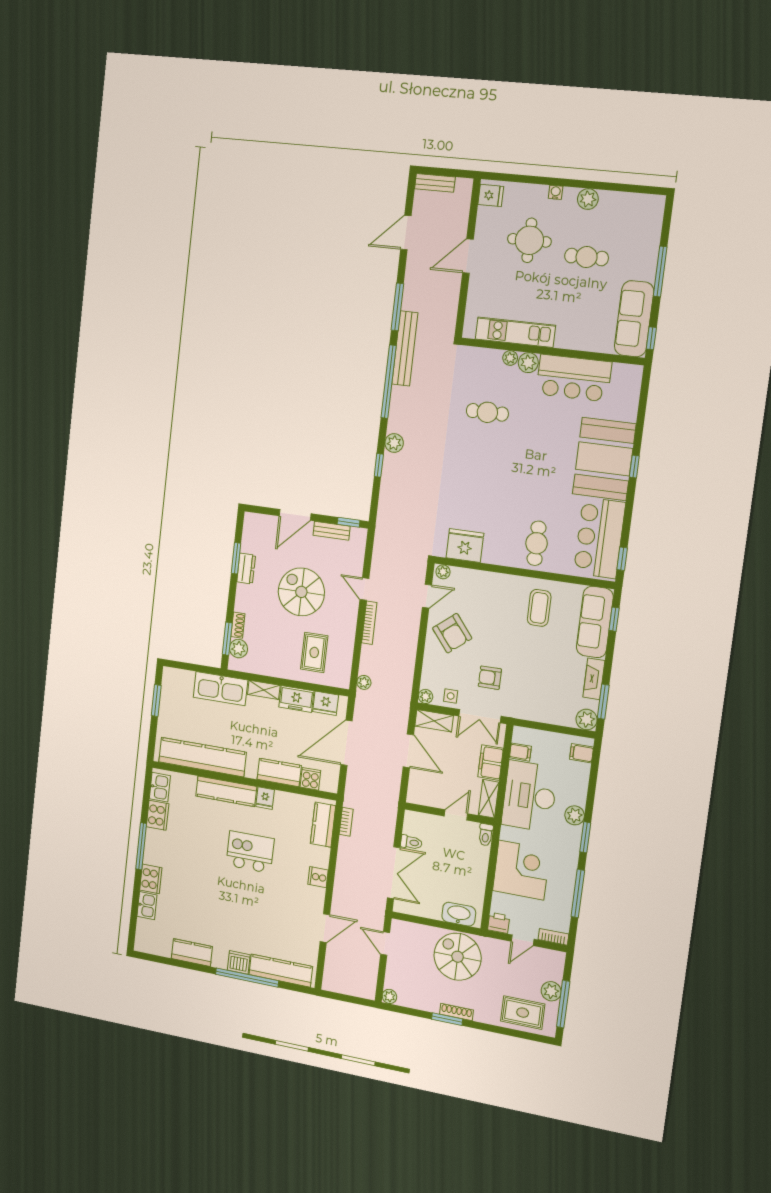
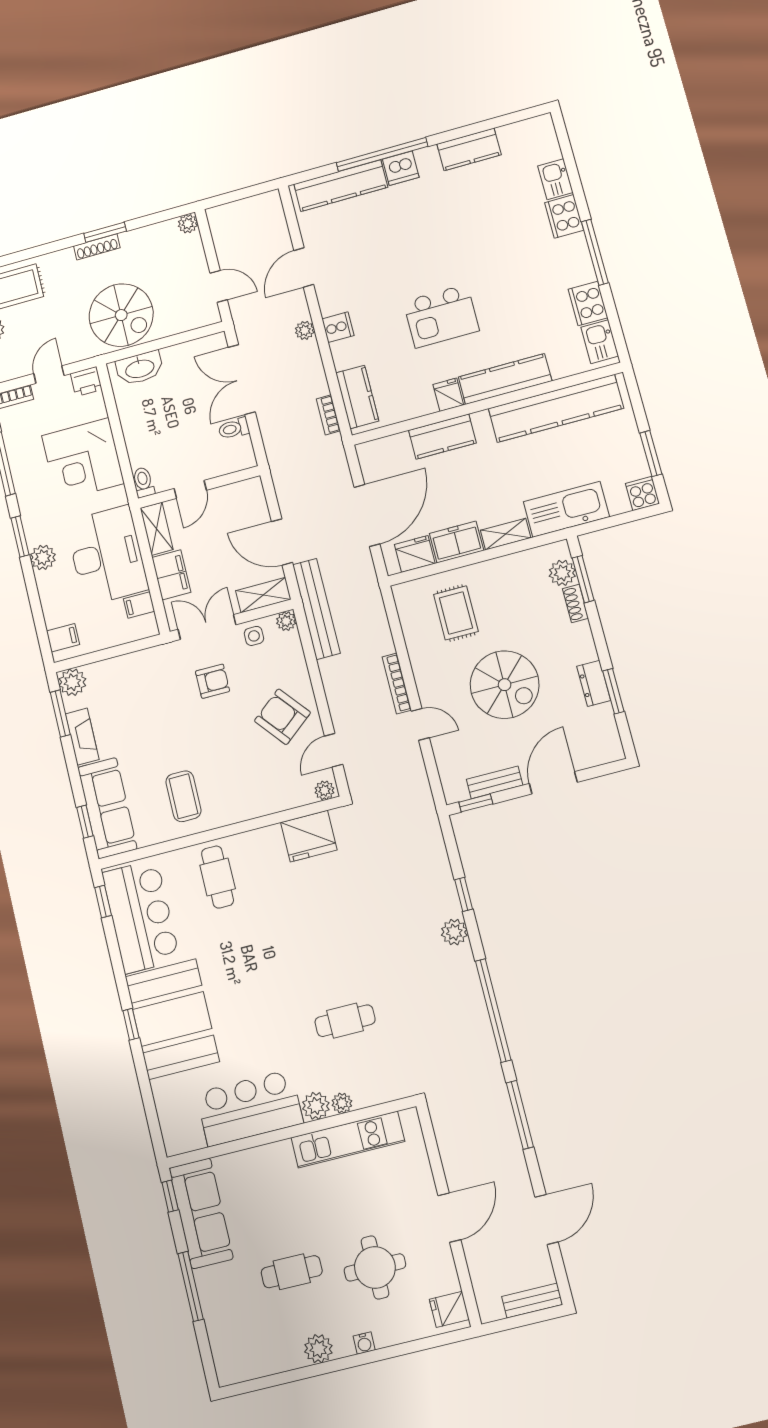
bench: (405, 348) -> (316, 609), moved
plant: (364, 682) -> (305, 330), moved
cooker: (310, 779) -> (642, 493), moved, turned 180

